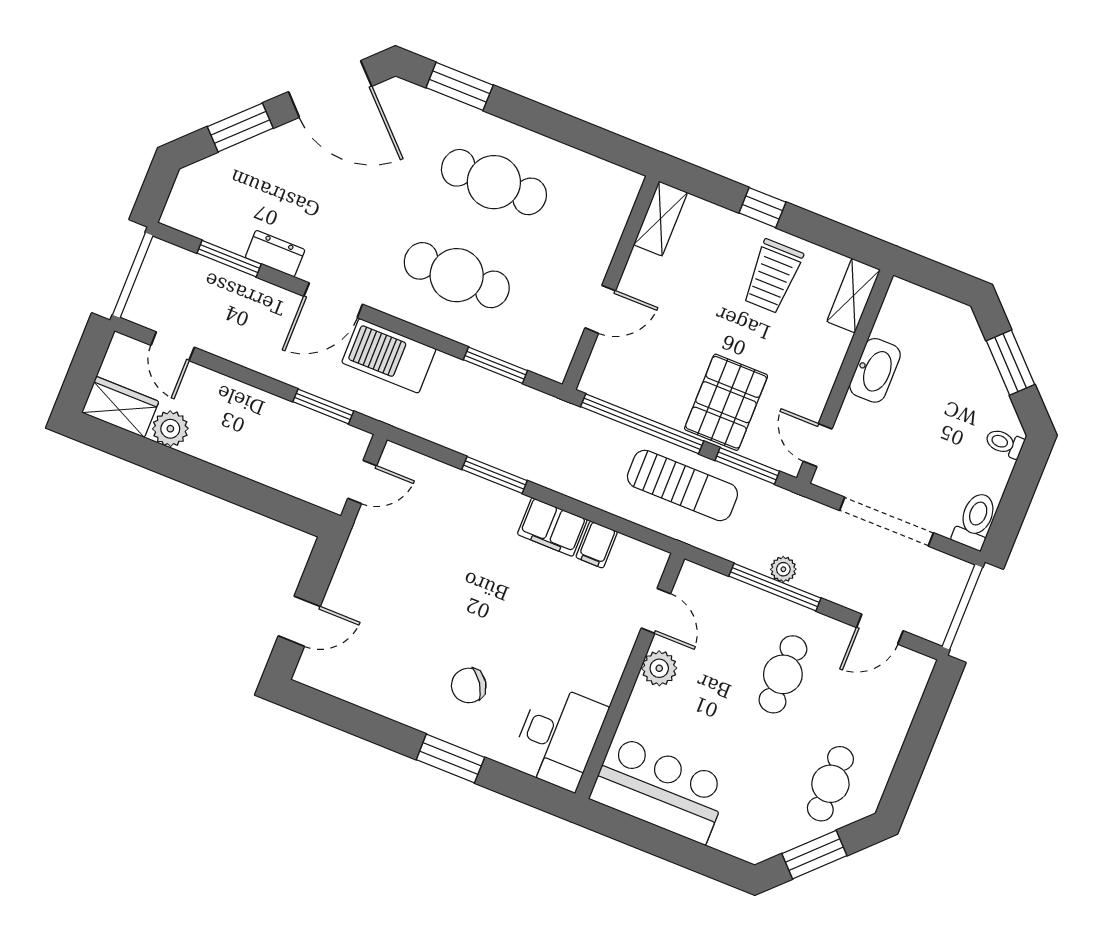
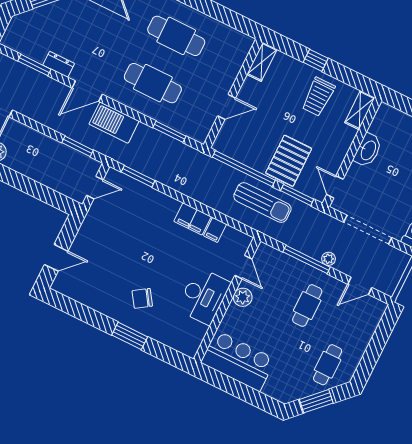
window: (495, 475) -> (138, 176), moved
plant: (783, 569) -> (328, 259), moved
desk: (559, 737) -> (204, 296), moved

